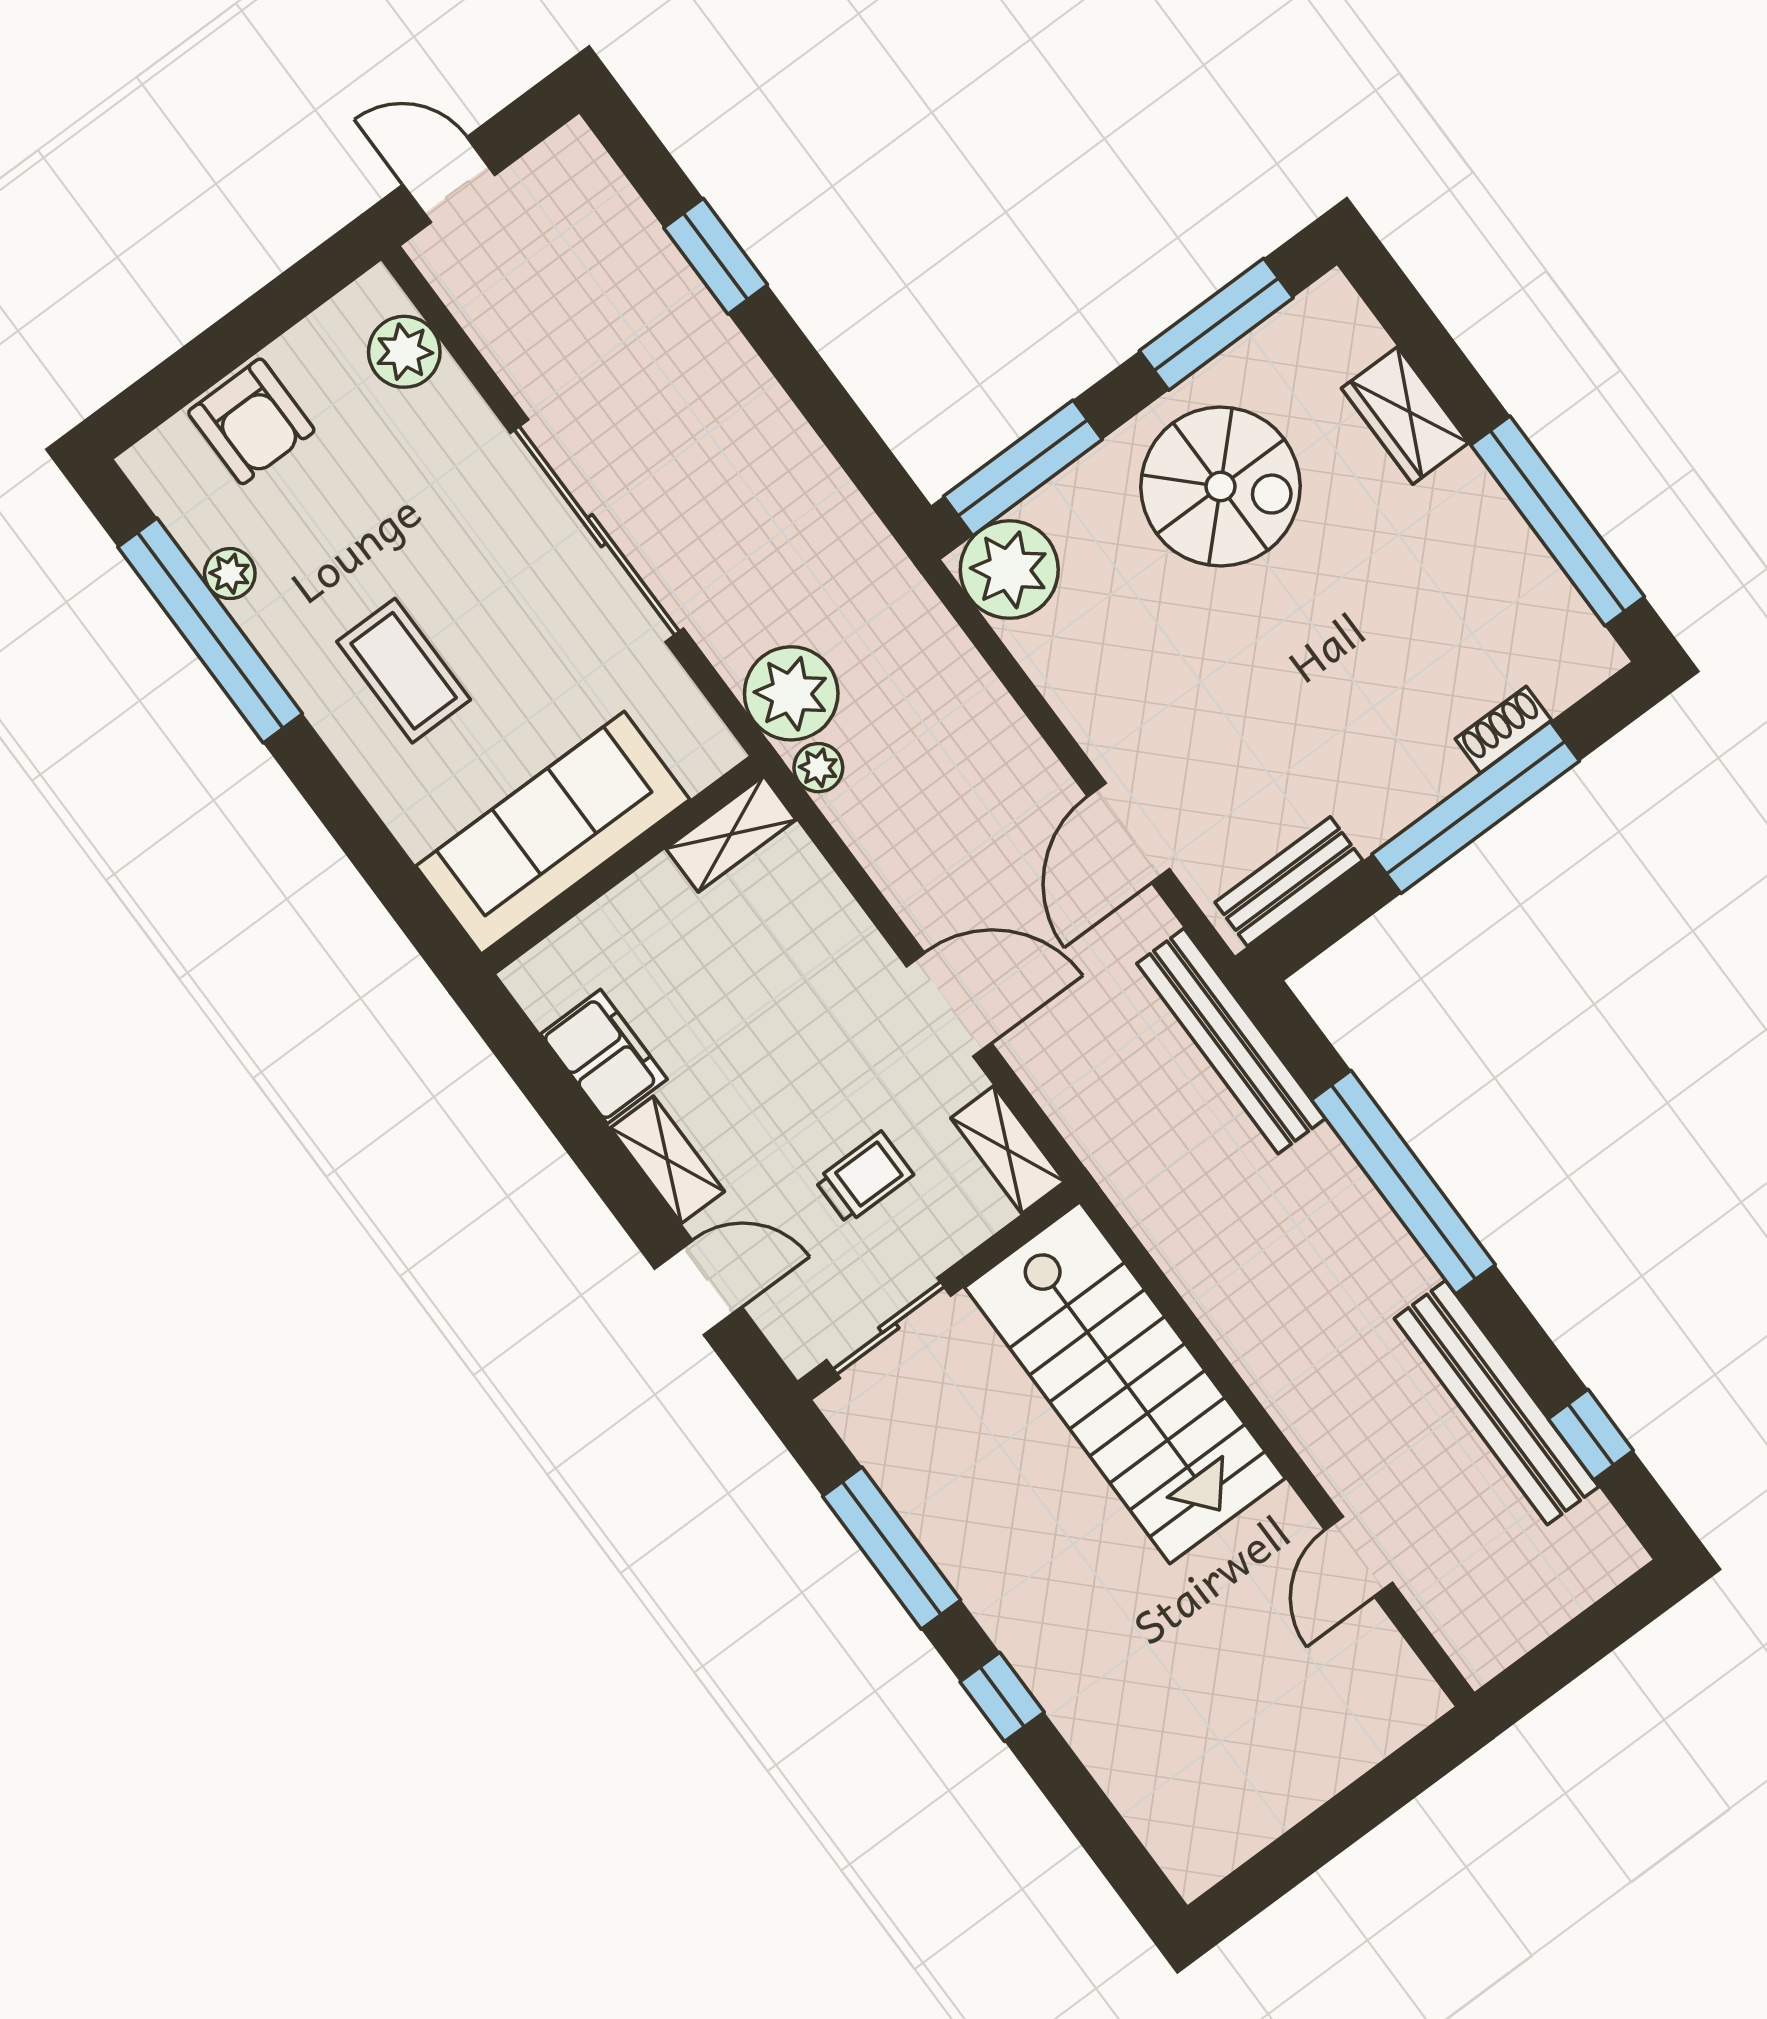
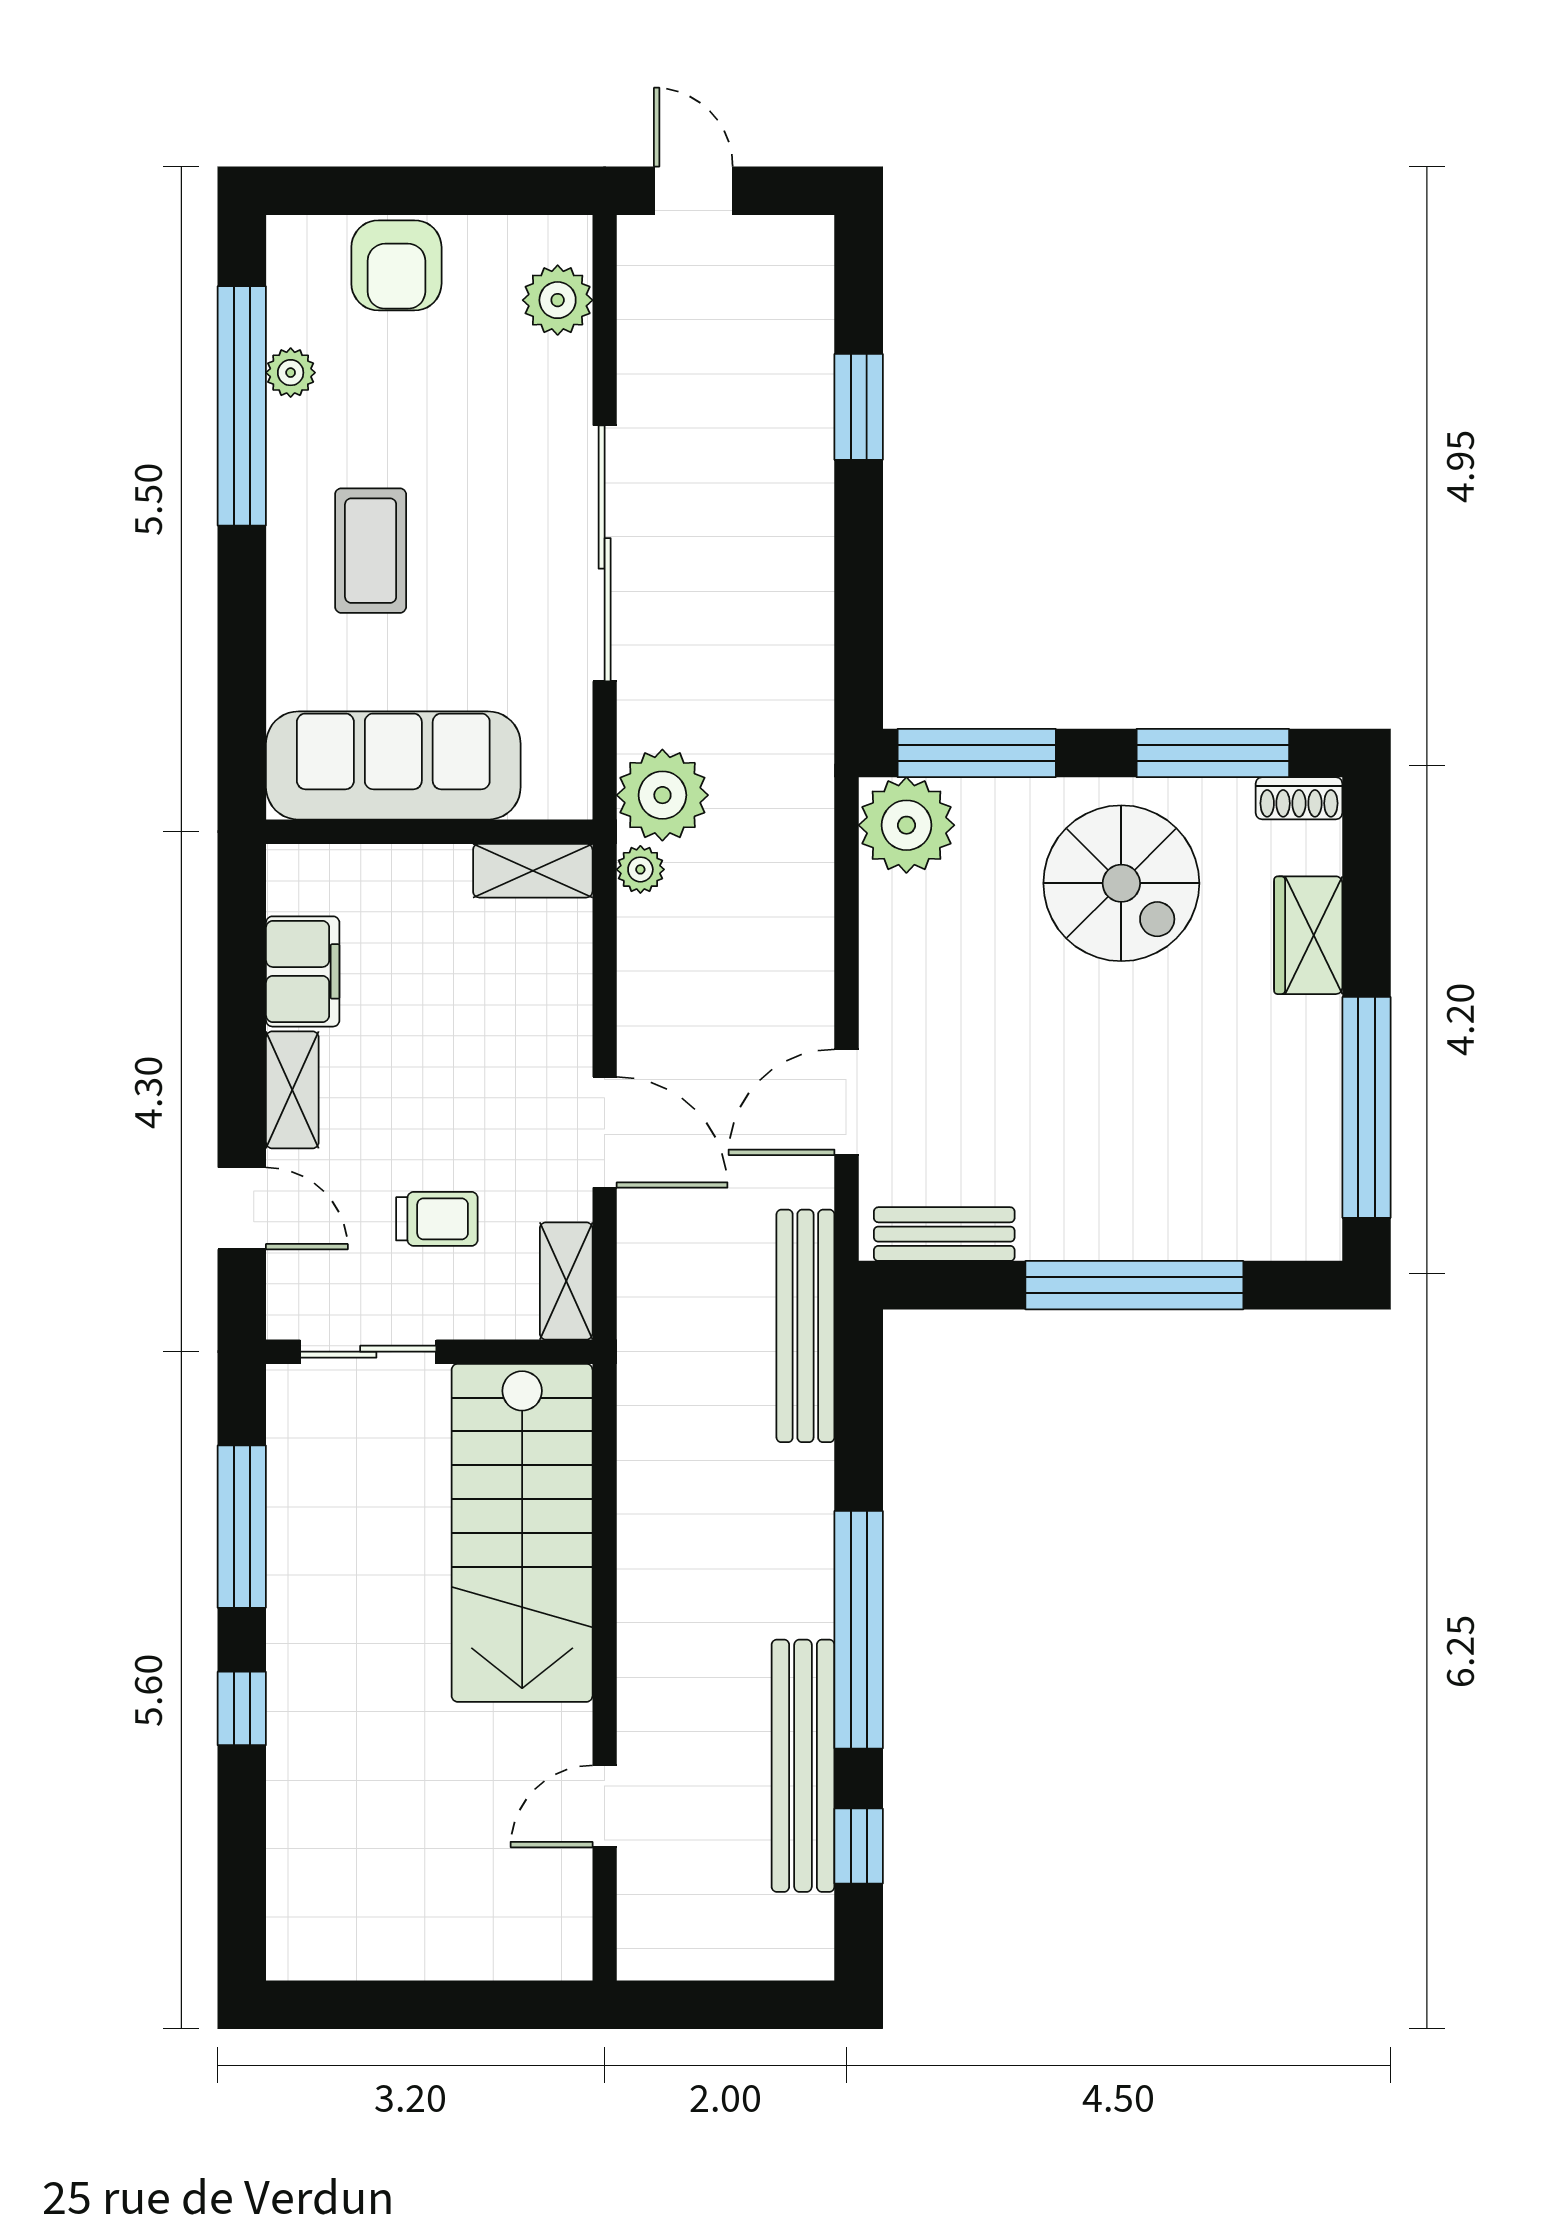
shoe rack: (1503, 730) -> (1299, 798), moved, turned 180
window: (1403, 1182) -> (859, 1630), moved

